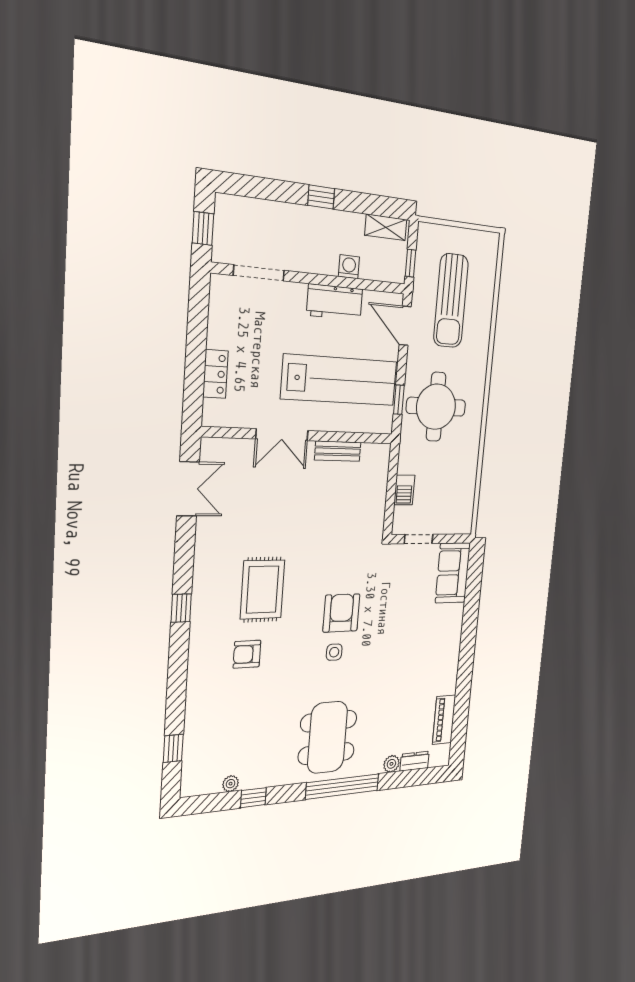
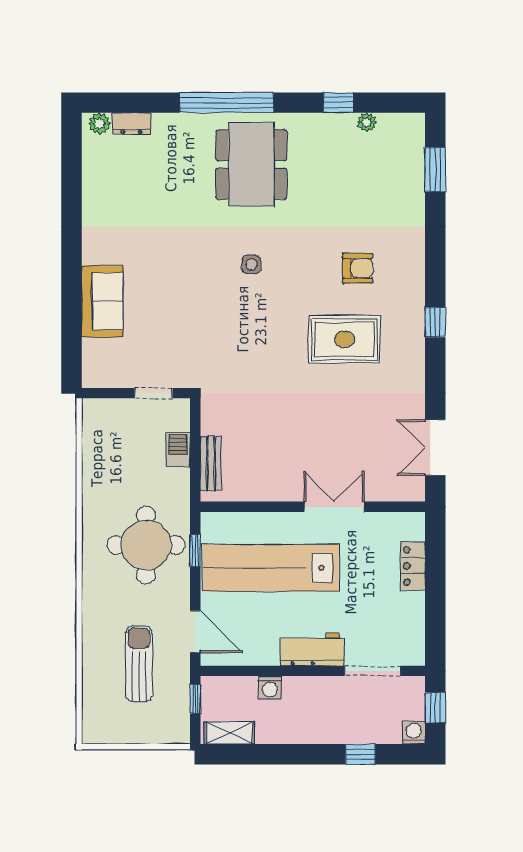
window: (321, 197) -> (360, 754), moved
washing machine: (225, 205) -> (414, 733), added
sun lounger: (451, 301) -> (139, 664), width x0.73, depth x0.75
workbench: (335, 302) -> (312, 649), moved
bench: (338, 451) -> (211, 463), moved, turned 90
sofa: (453, 573) -> (102, 301), moved
rug: (263, 590) -> (344, 339), turned 90
armchair: (341, 613) -> (246, 309), removed
piano: (444, 720) -> (95, 172), removed
window: (173, 748) -> (435, 169), width x1.50
plant: (391, 764) -> (100, 123), moved

